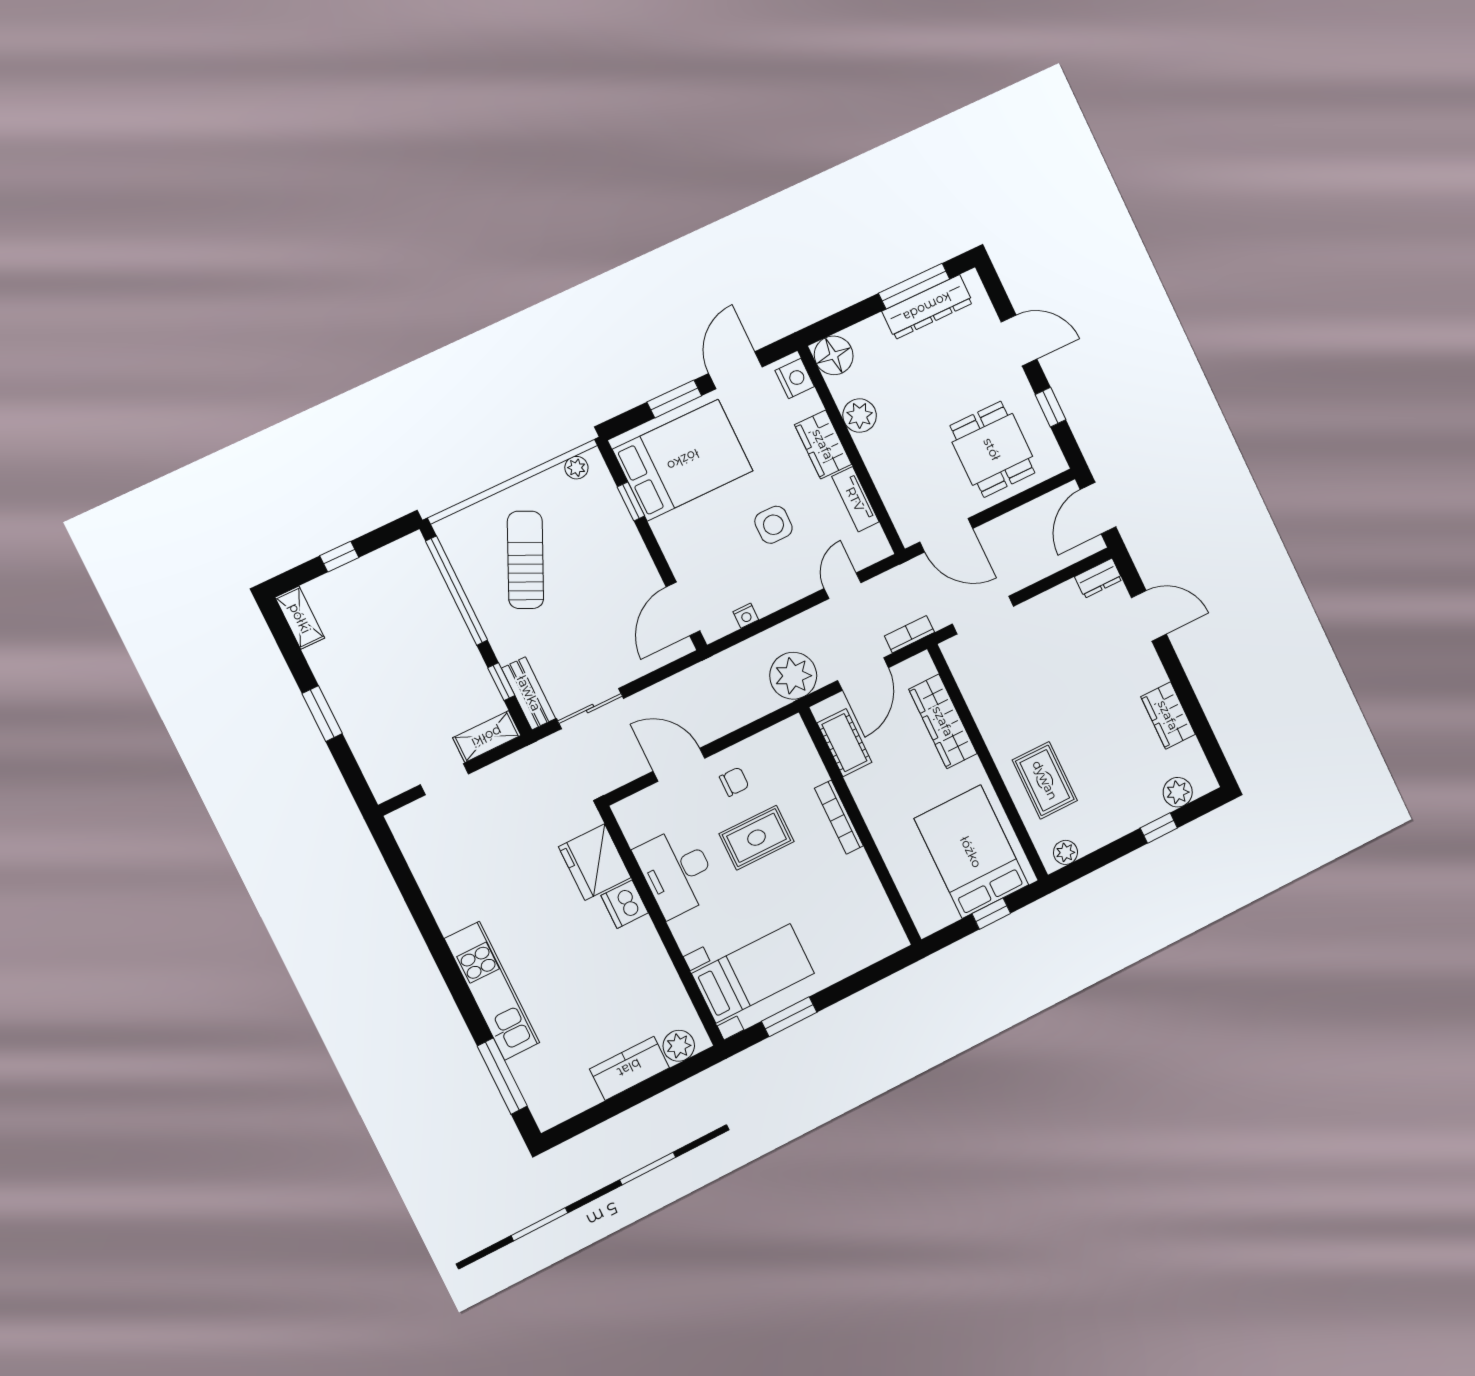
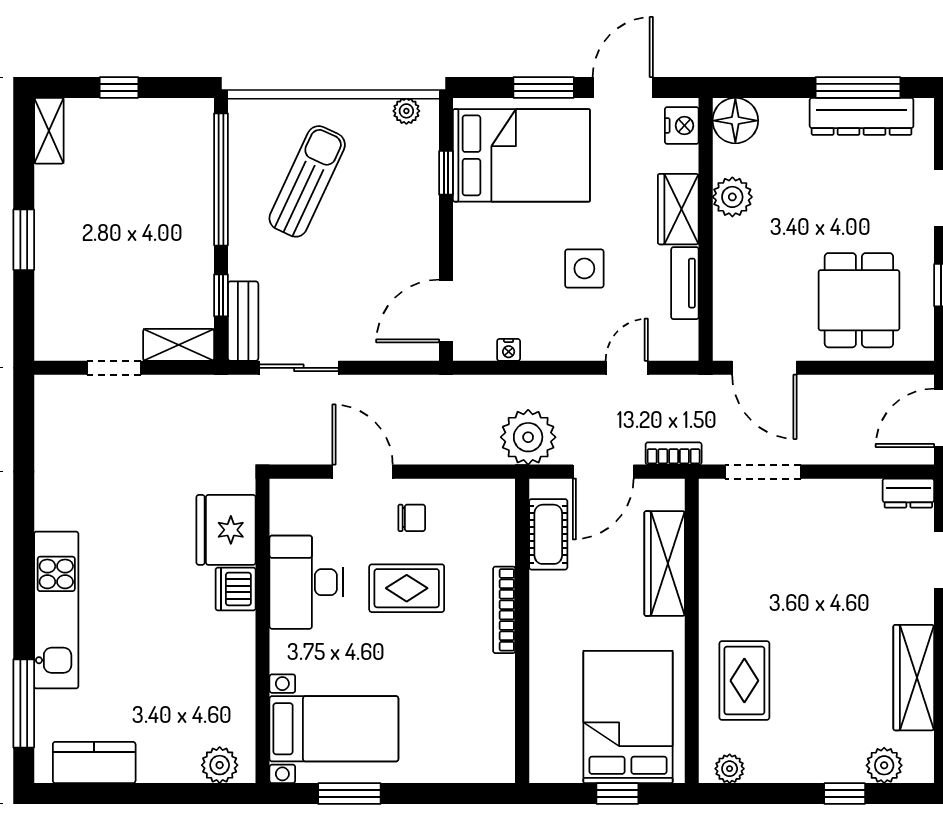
wardrobe: (1168, 715) -> (914, 678), width x1.50
kitchen counter: (629, 1068) -> (94, 762), moved

